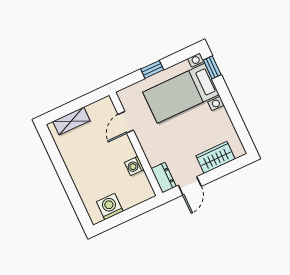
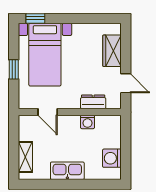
kitchen sink: (77, 169) -> (67, 171), added
dresser: (164, 178) -> (93, 102), moved

